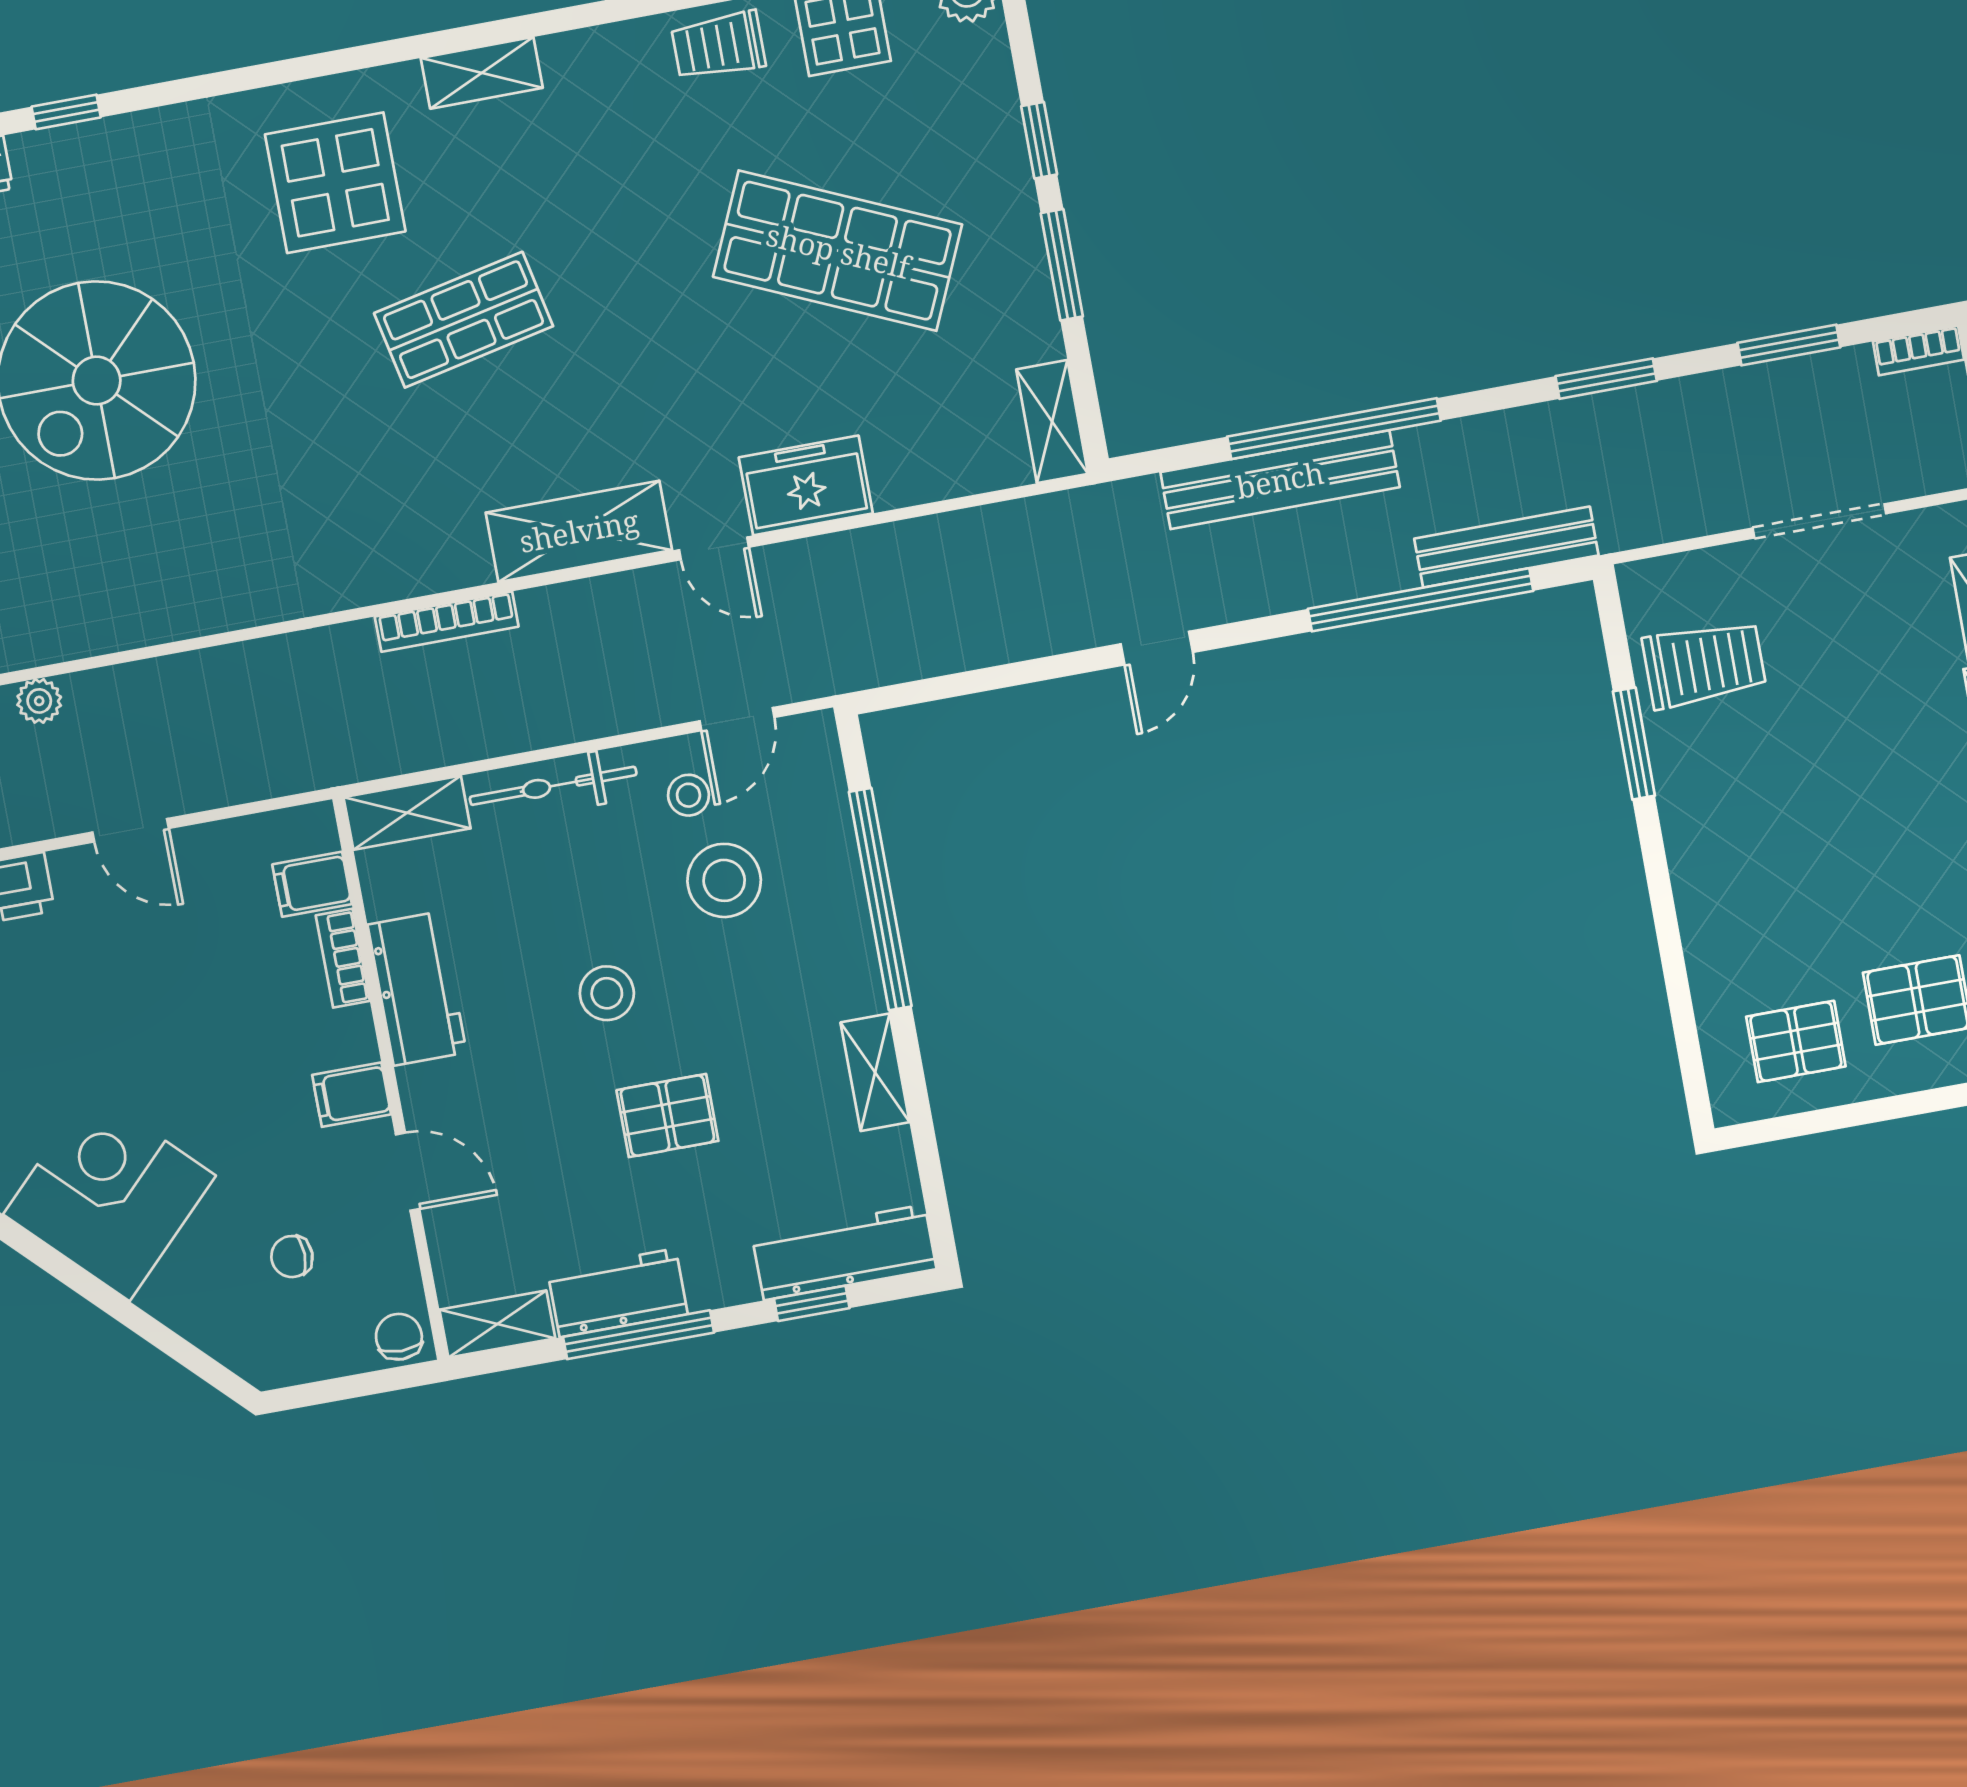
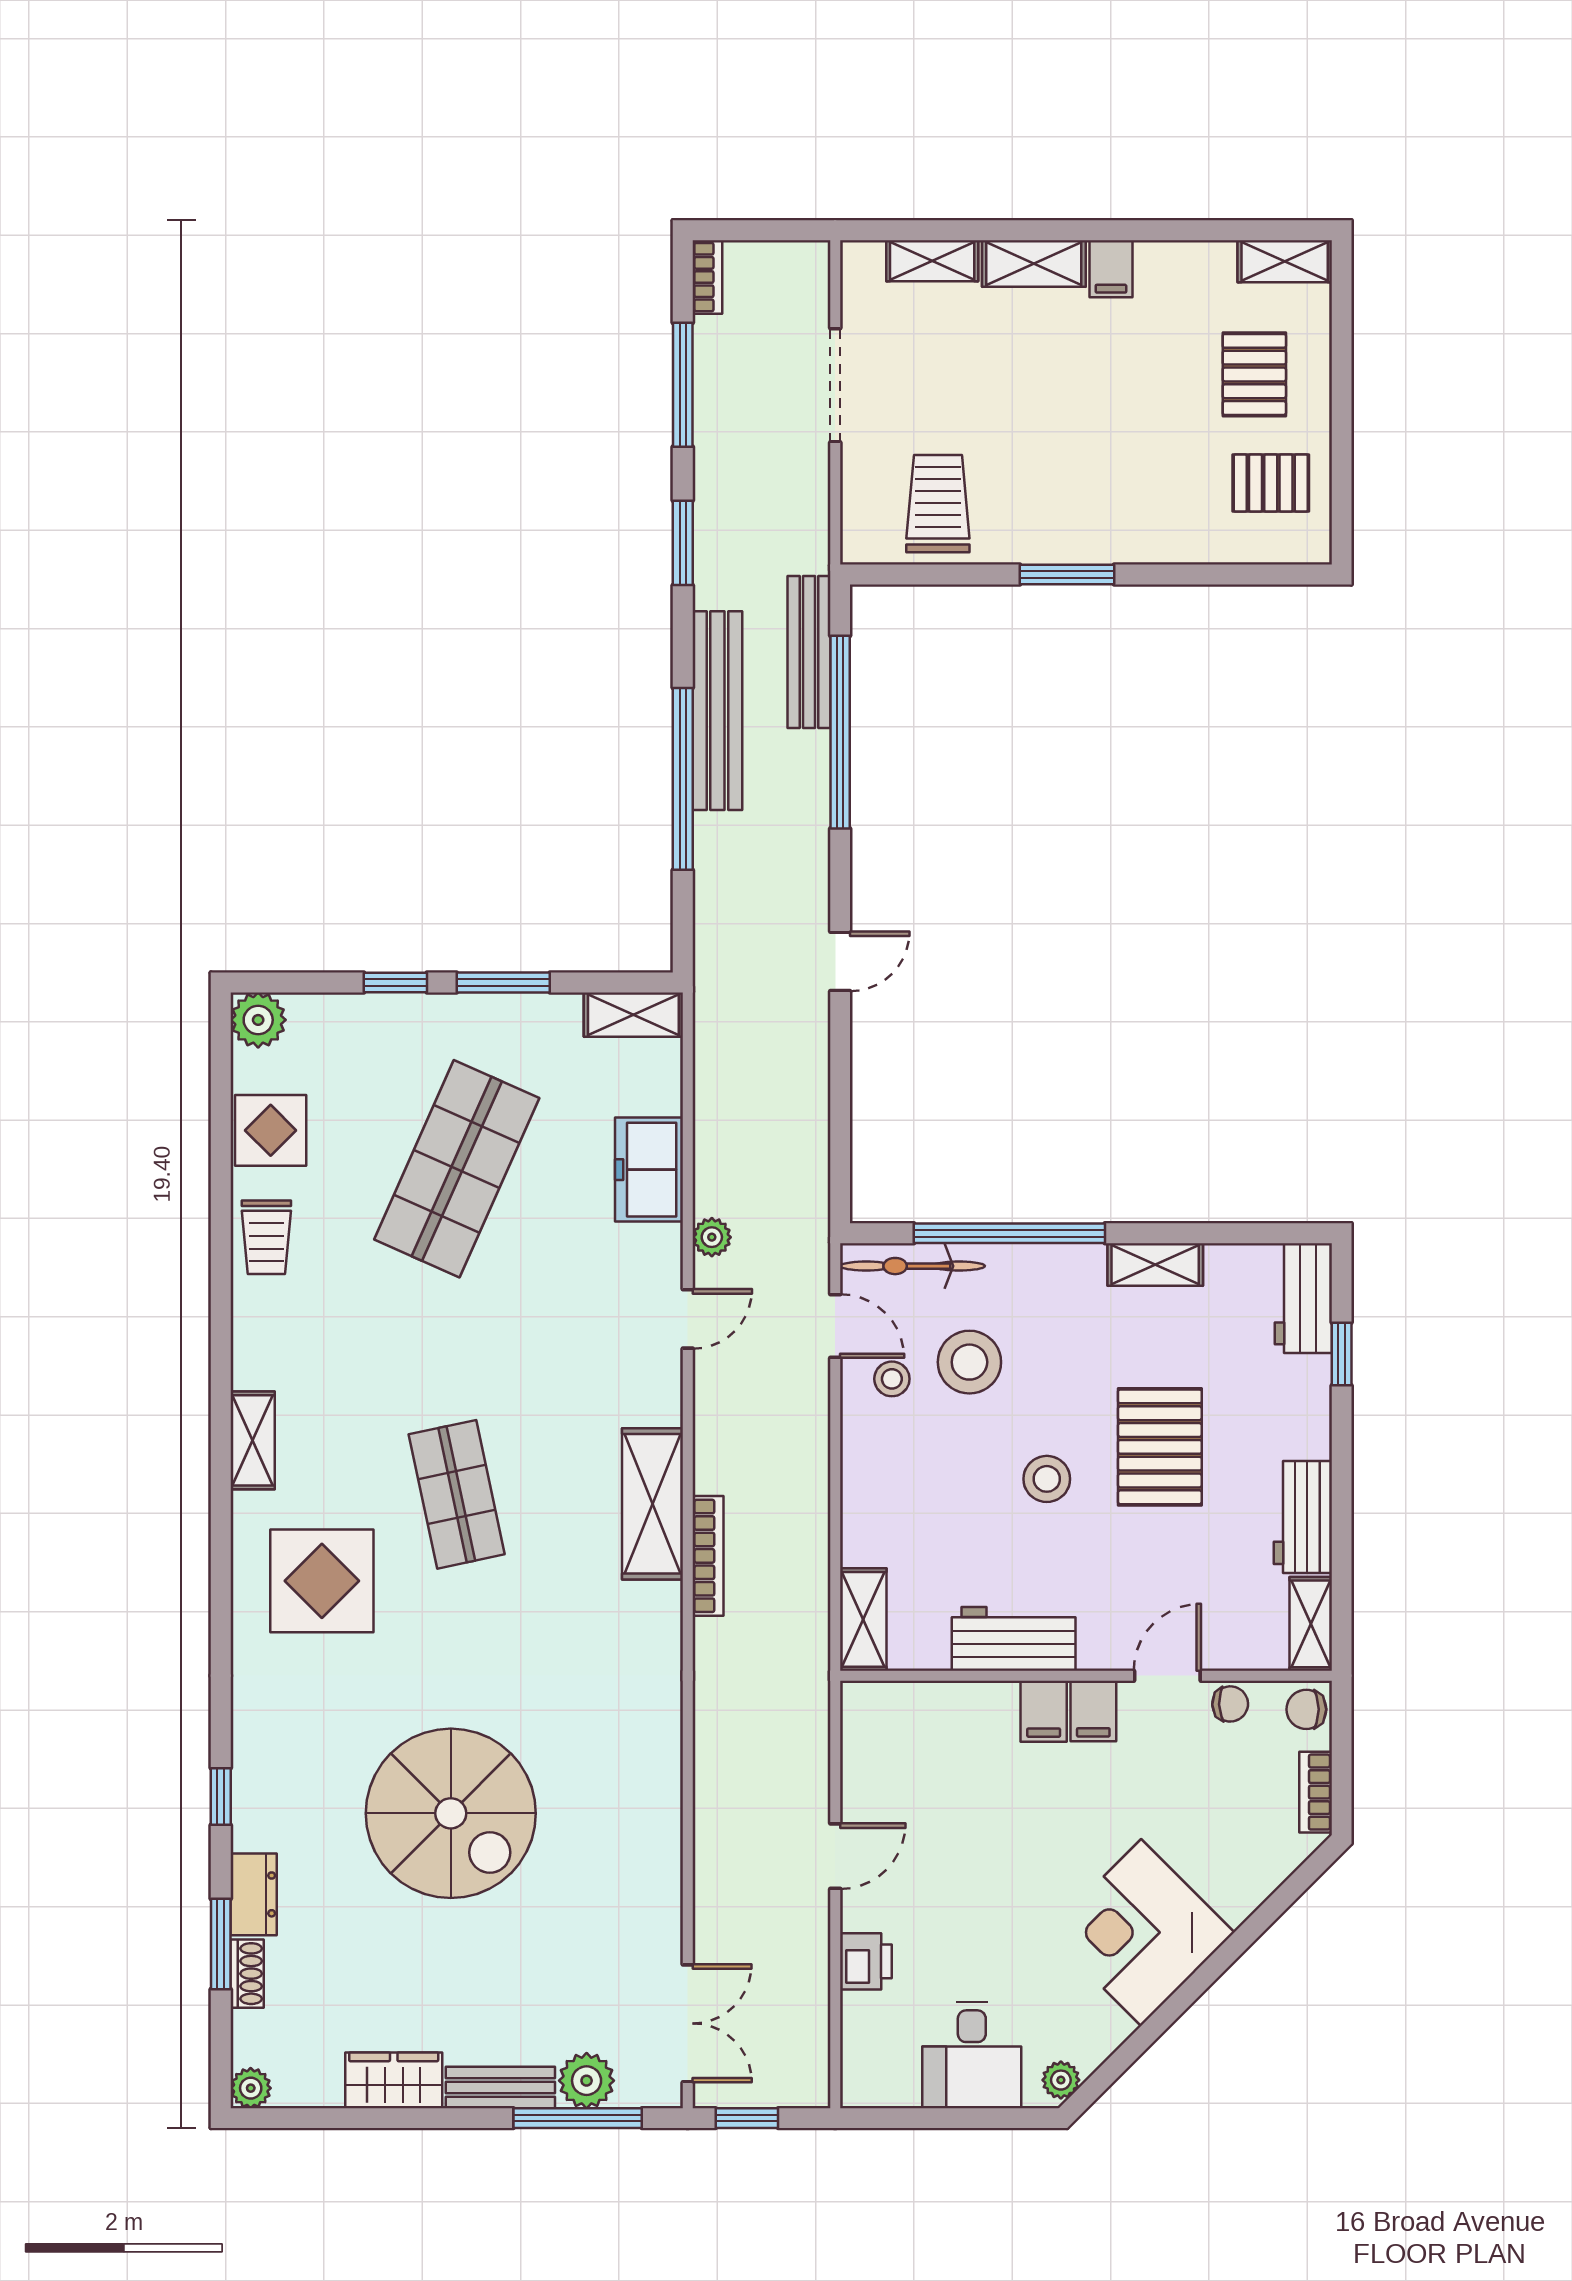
window: (1789, 345) -> (683, 385), width x1.44
bench: (1280, 480) -> (717, 711), moved
freezer: (806, 485) -> (649, 1170), moved
shelving: (579, 531) -> (653, 1504), moved
door: (1157, 648) -> (840, 961), hinge flipped
plant: (39, 701) -> (712, 1237), moved
window: (1634, 744) -> (1067, 574), moved
bicycle: (553, 786) -> (913, 1266), moved, turned 90
filing cabinet: (312, 884) -> (1044, 1711), moved
bookcase: (343, 958) -> (1316, 1792), moved, turned 90
pallet: (1796, 1041) -> (1271, 483), turned 90
pallet: (667, 1116) -> (1160, 1447), width x1.50, depth x1.42
workbench: (844, 1252) -> (1303, 1298), width x0.73
chair: (292, 1257) -> (1230, 1704), moved, turned -92
window: (639, 1335) -> (1342, 1506), removed

